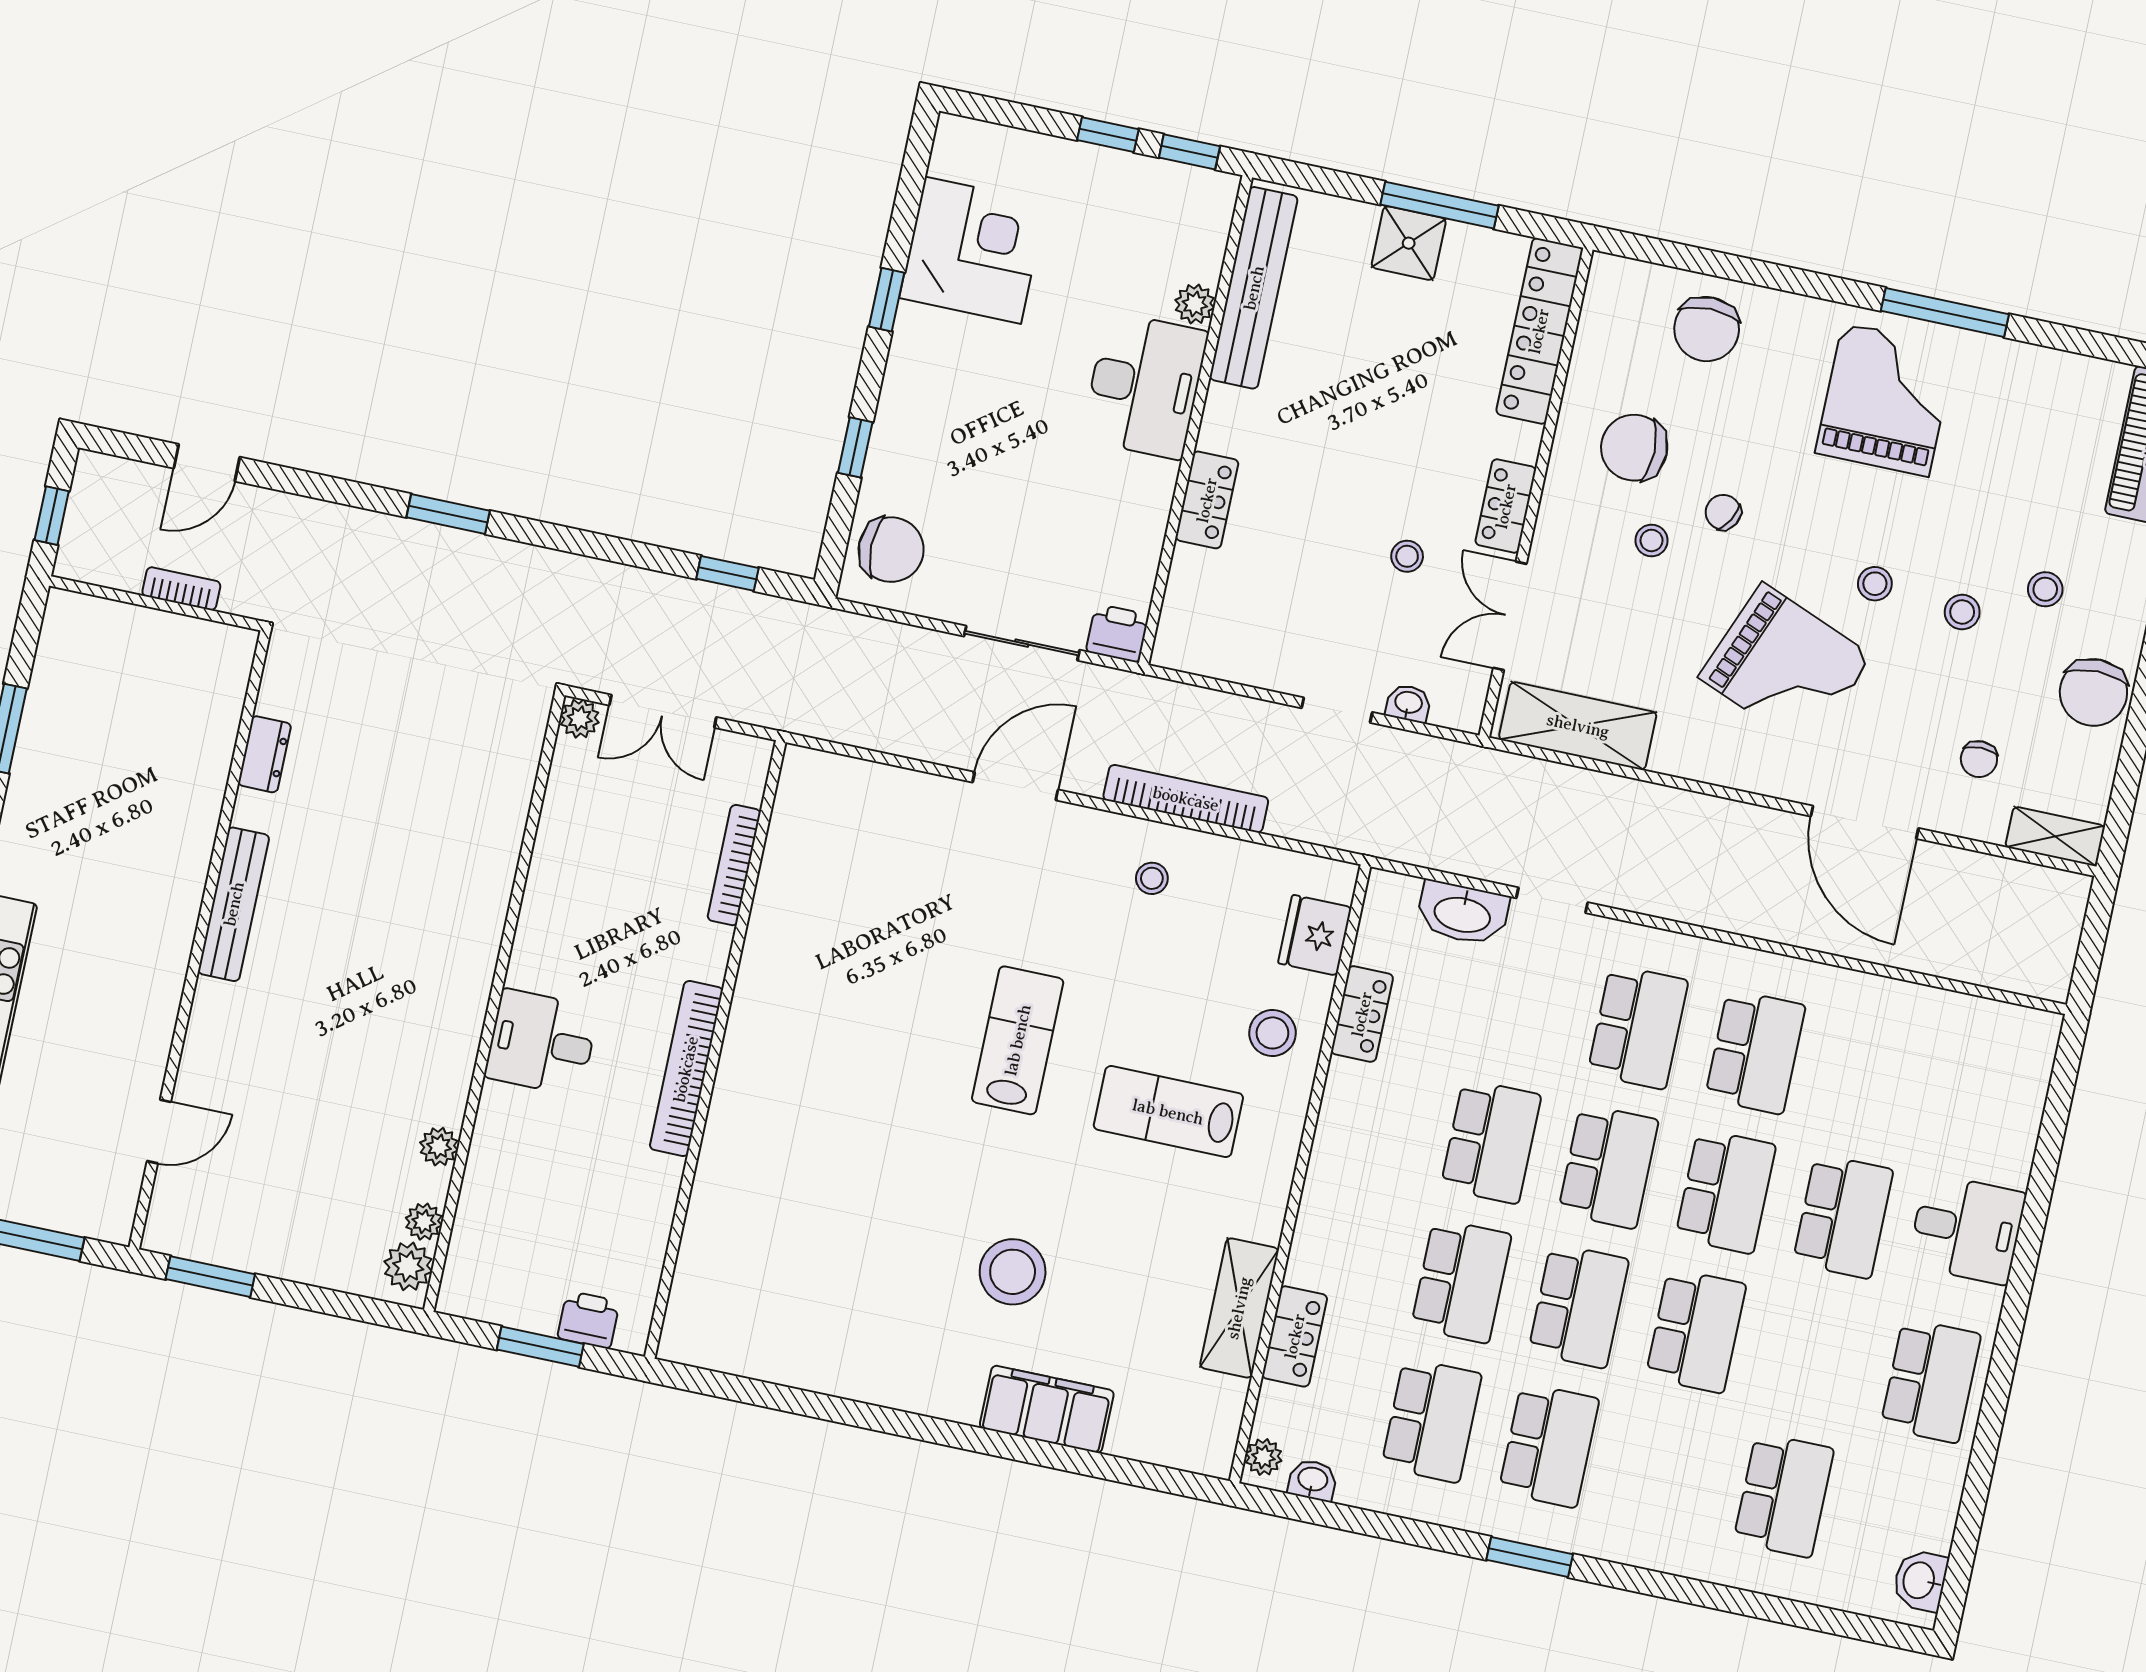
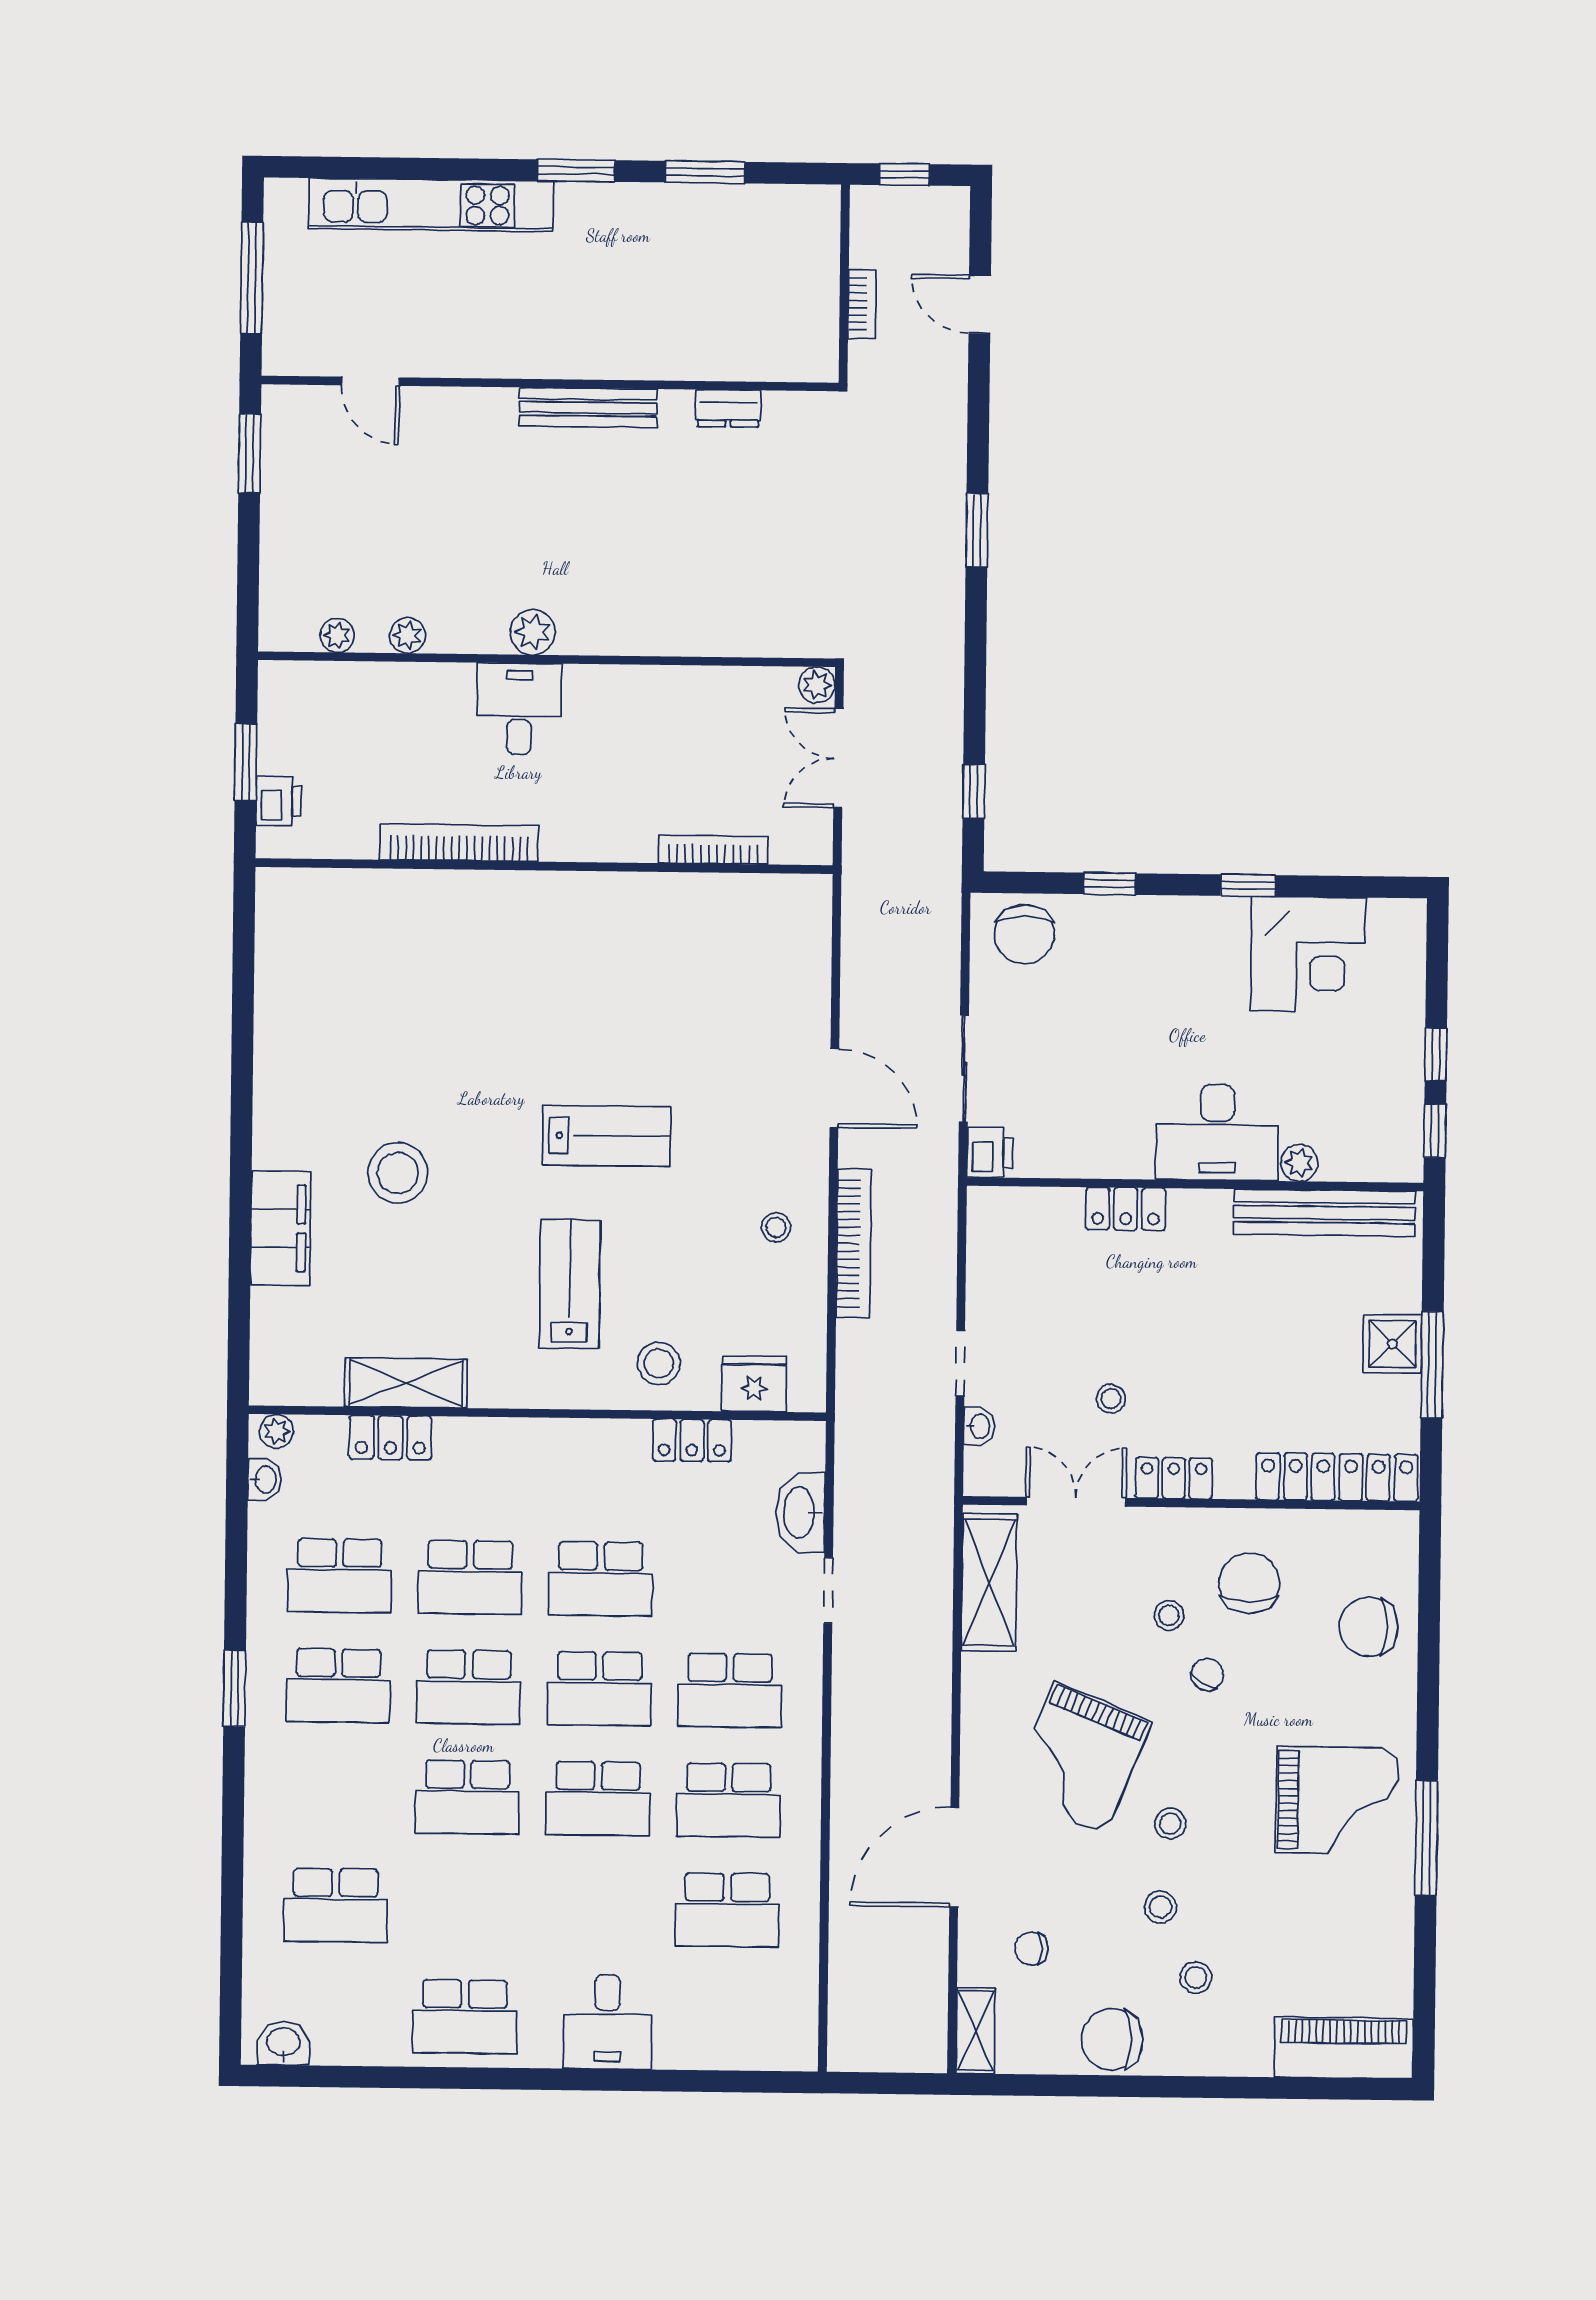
bookcase: (686, 1069) -> (459, 843), moved
school desk: (1843, 1216) -> (727, 1910), moved
plant: (408, 1266) -> (533, 632), moved

